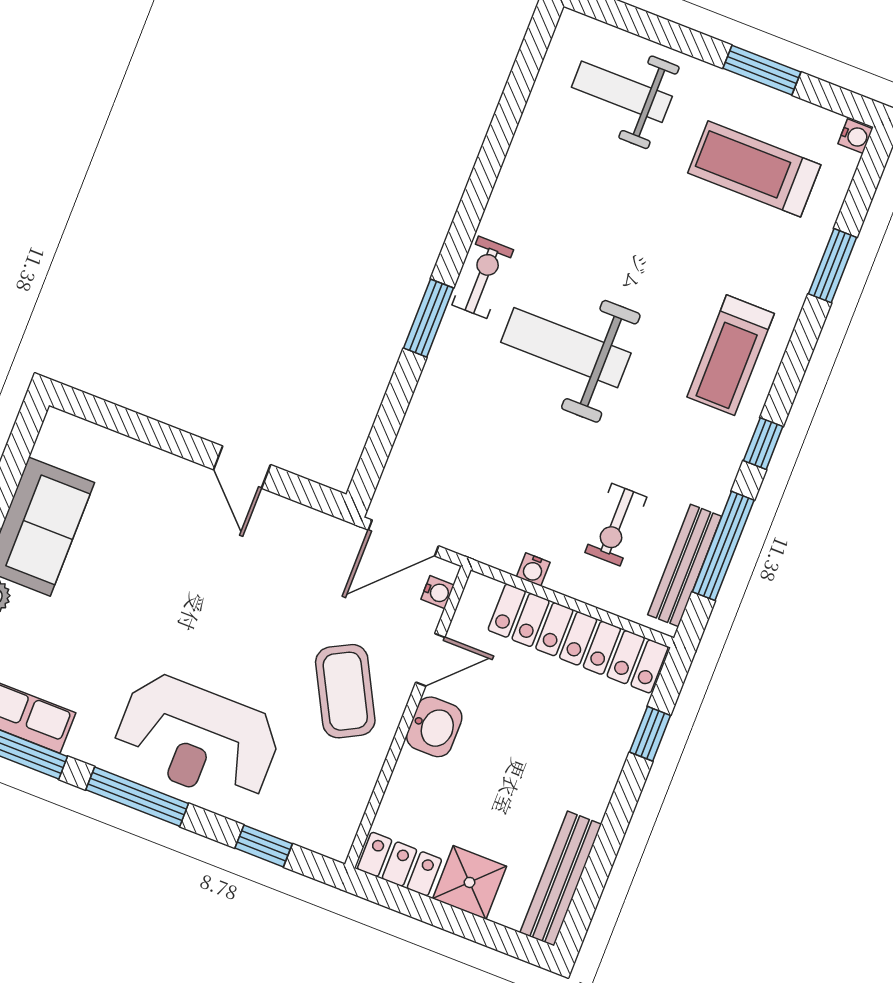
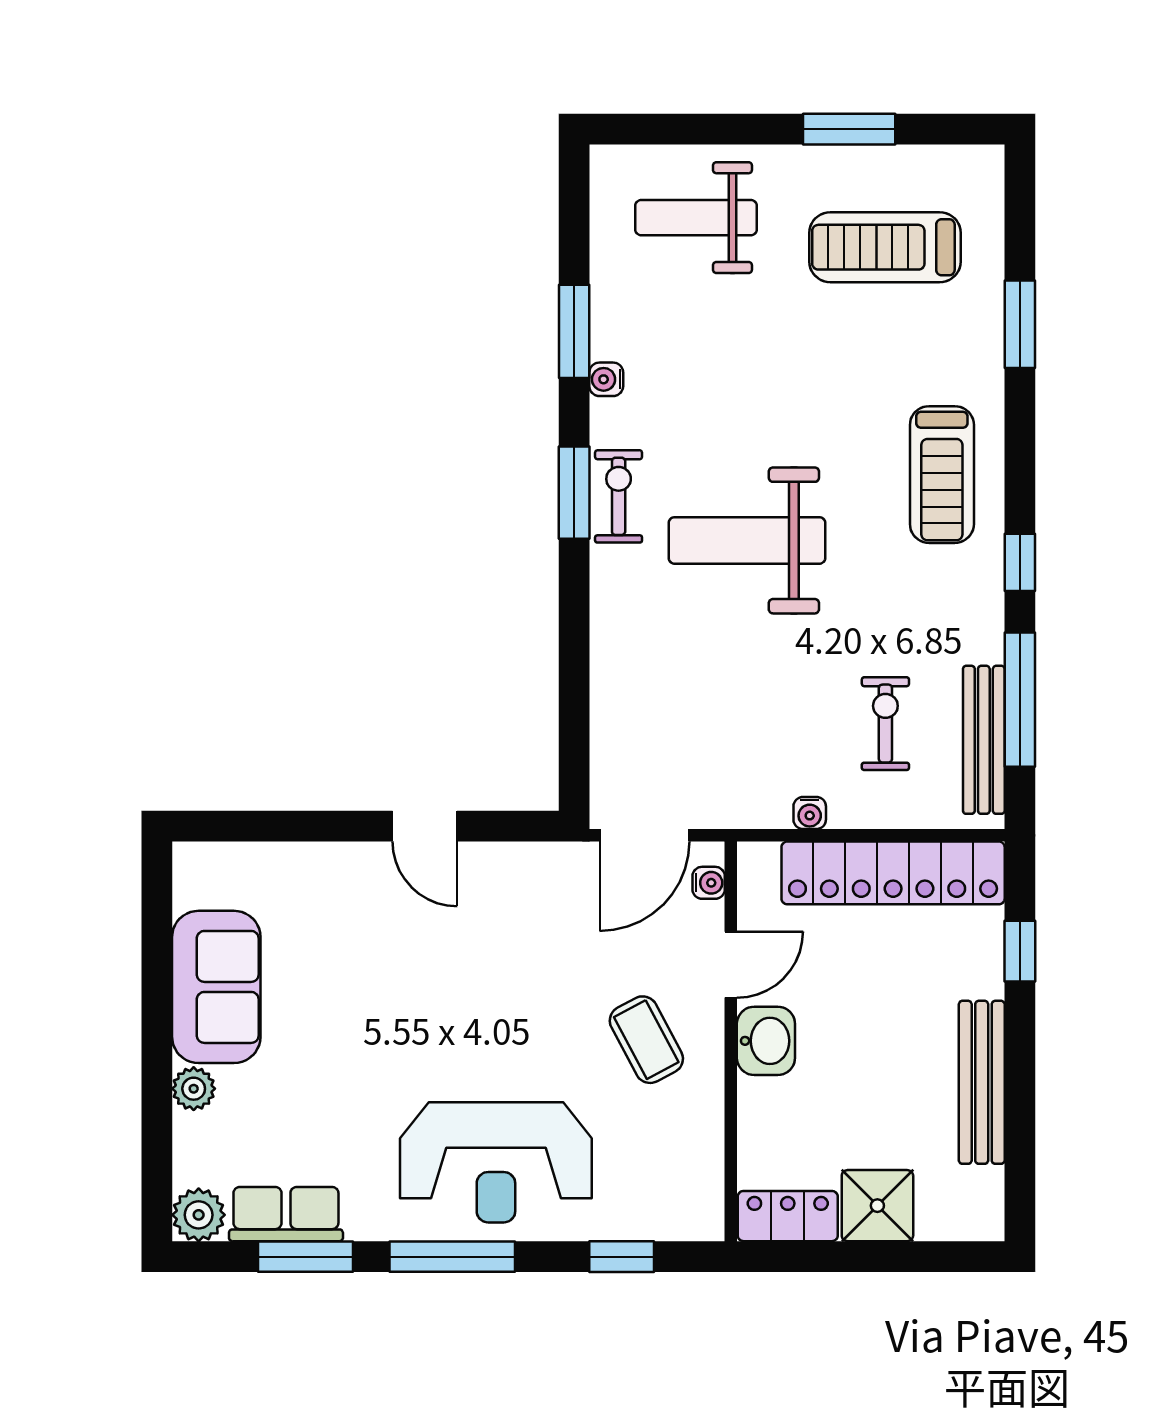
water cooler: (855, 136) -> (606, 379), moved, turned 180
window: (498, 141) -> (574, 331), added
window: (429, 318) -> (574, 493), moved
exercise bike: (616, 525) -> (885, 724), turned 180
coffee table: (345, 691) -> (646, 1040), width x0.73, depth x0.77
bench: (561, 878) -> (982, 1082), moved

